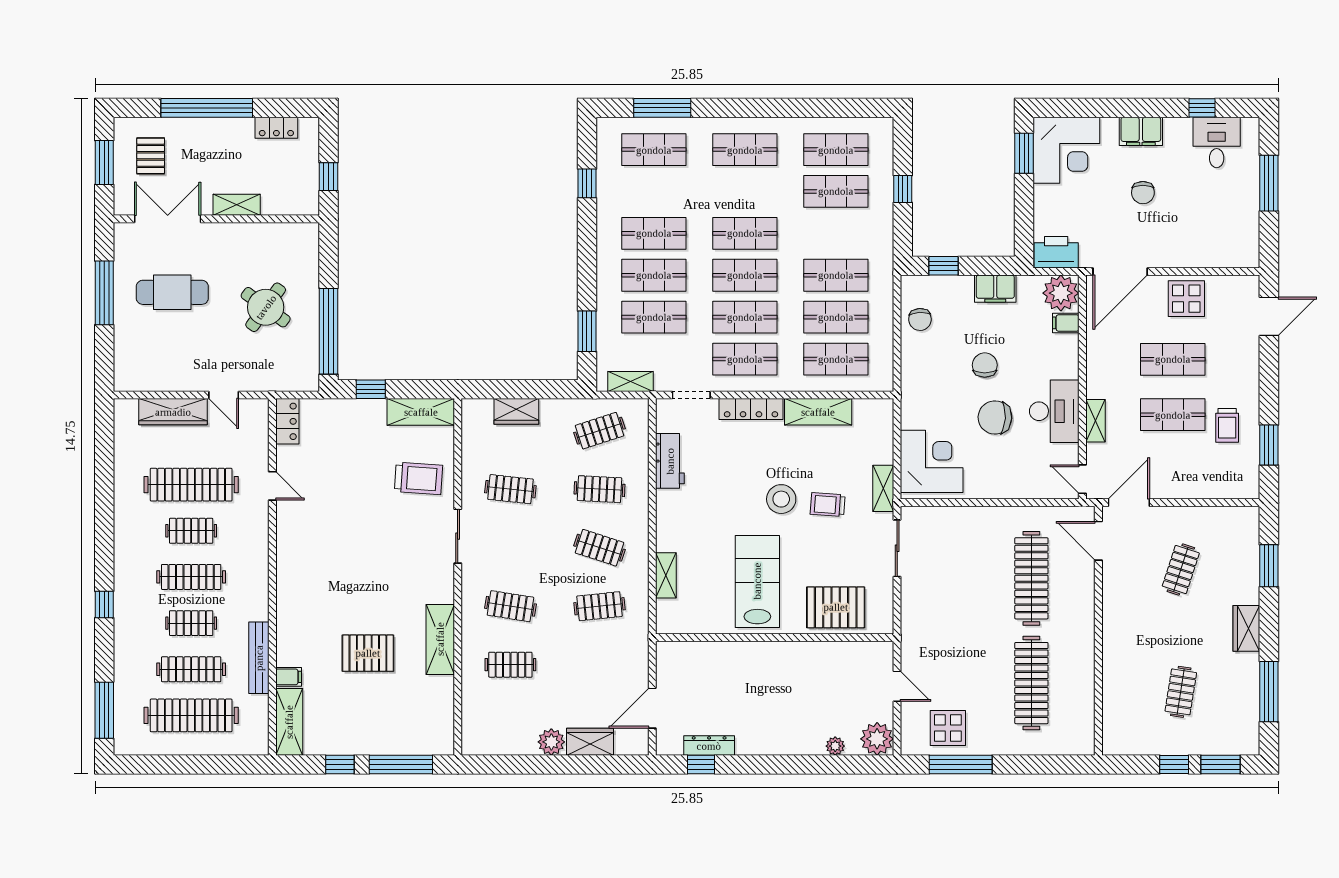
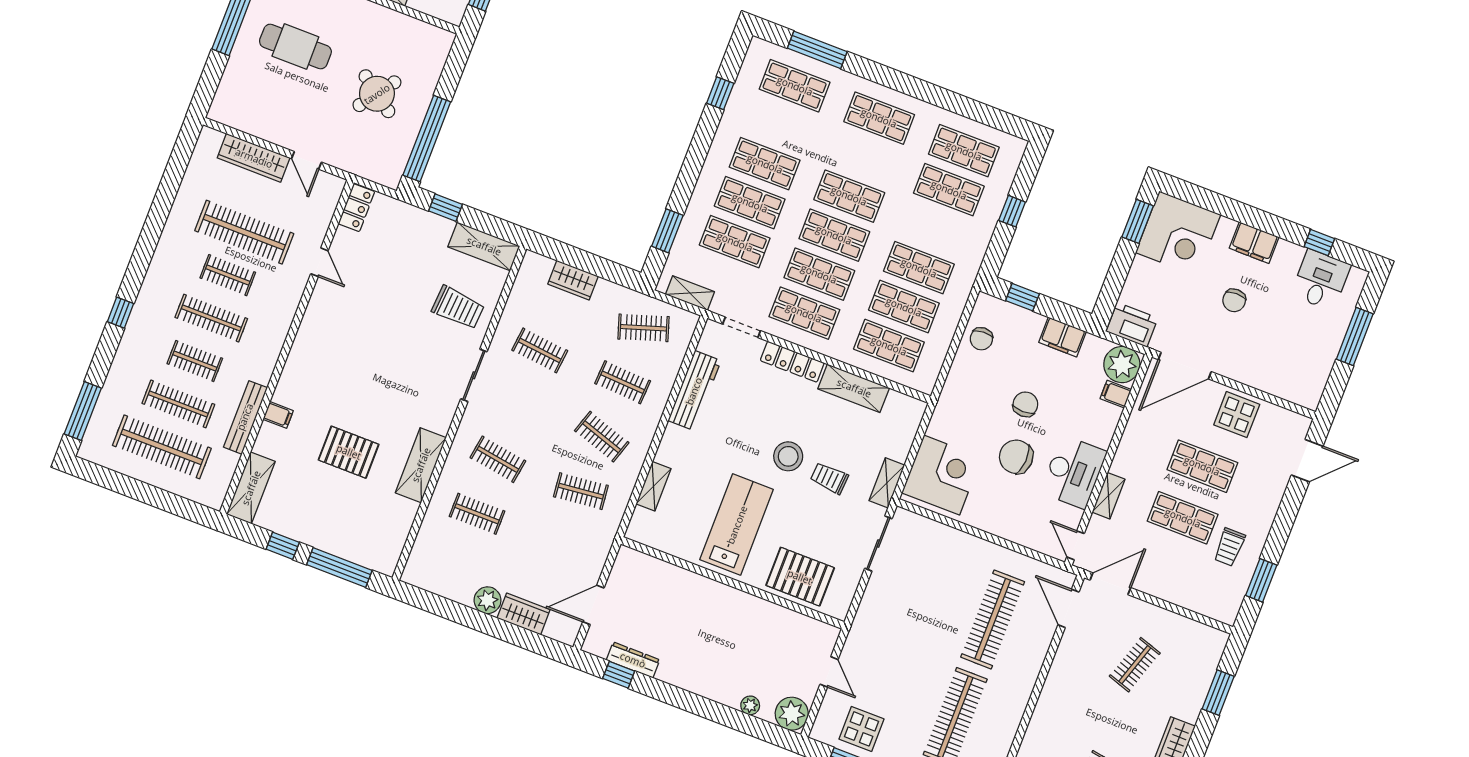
workbench: (670, 461) -> (694, 391), width x1.38
filing cabinet: (289, 677) -> (278, 415), moved

